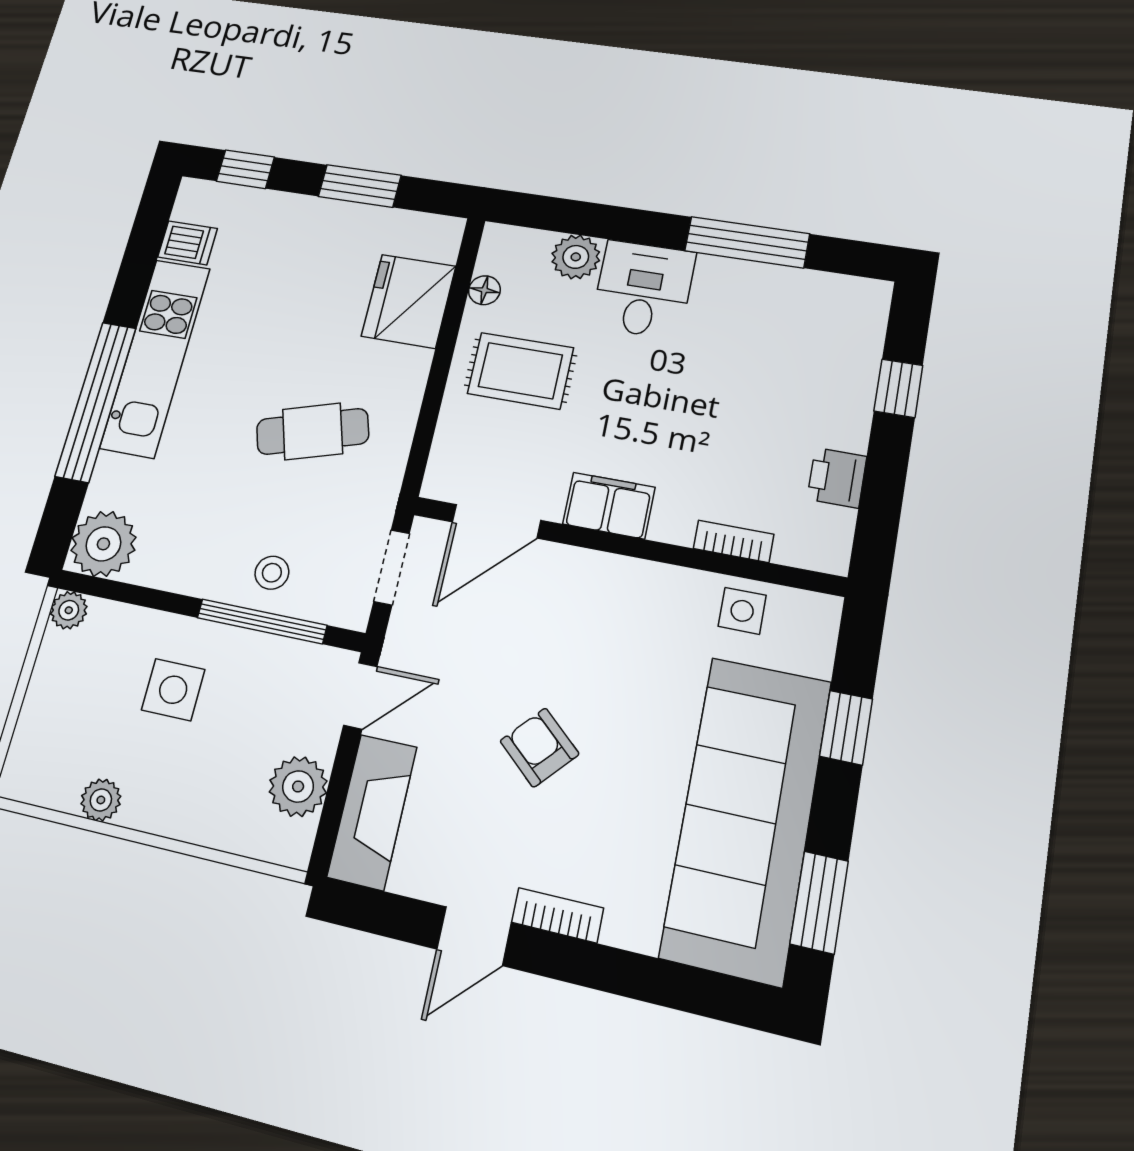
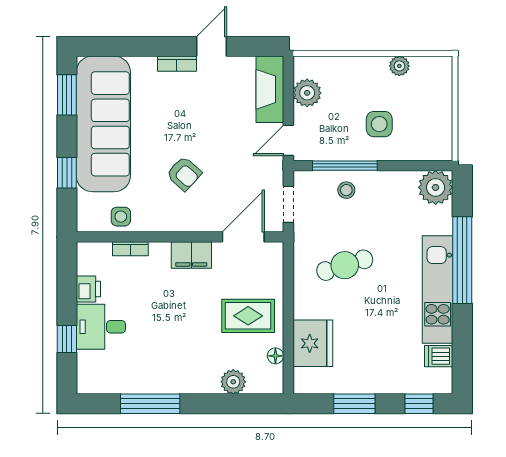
desk: (643, 289) -> (101, 327), moved, turned 90
plant: (69, 610) -> (443, 151), removed
armchair: (539, 747) -> (184, 174), moved

